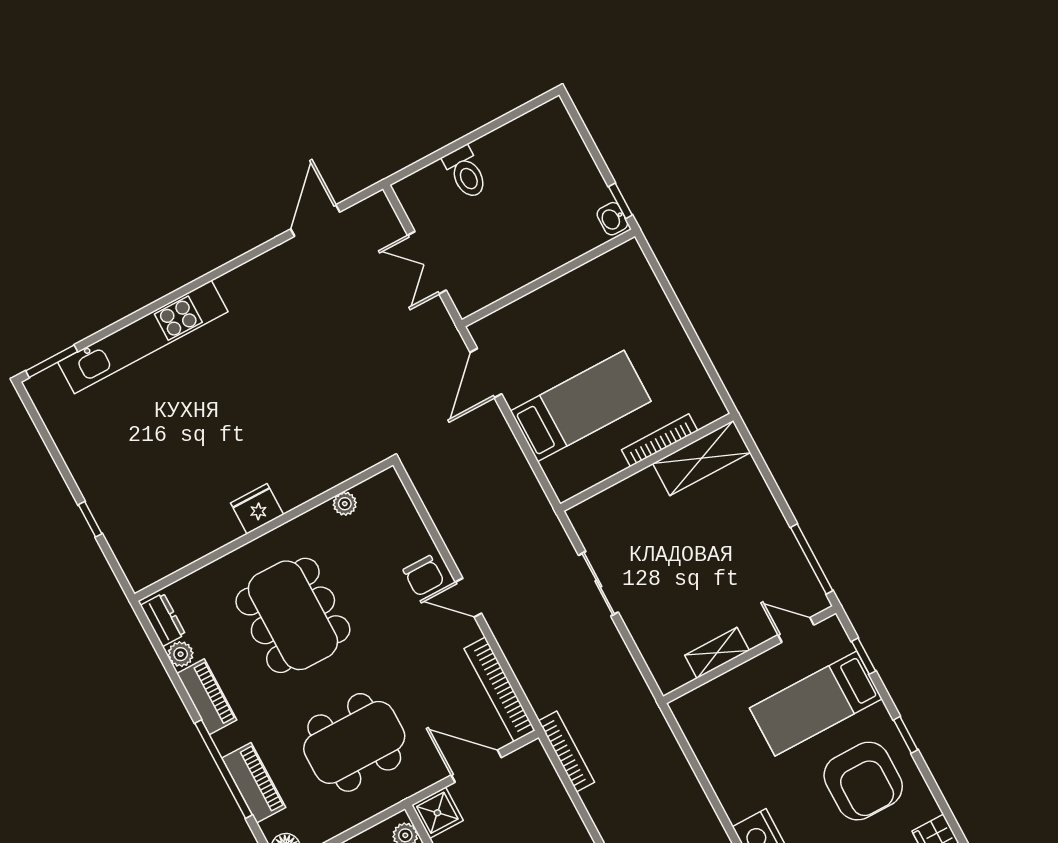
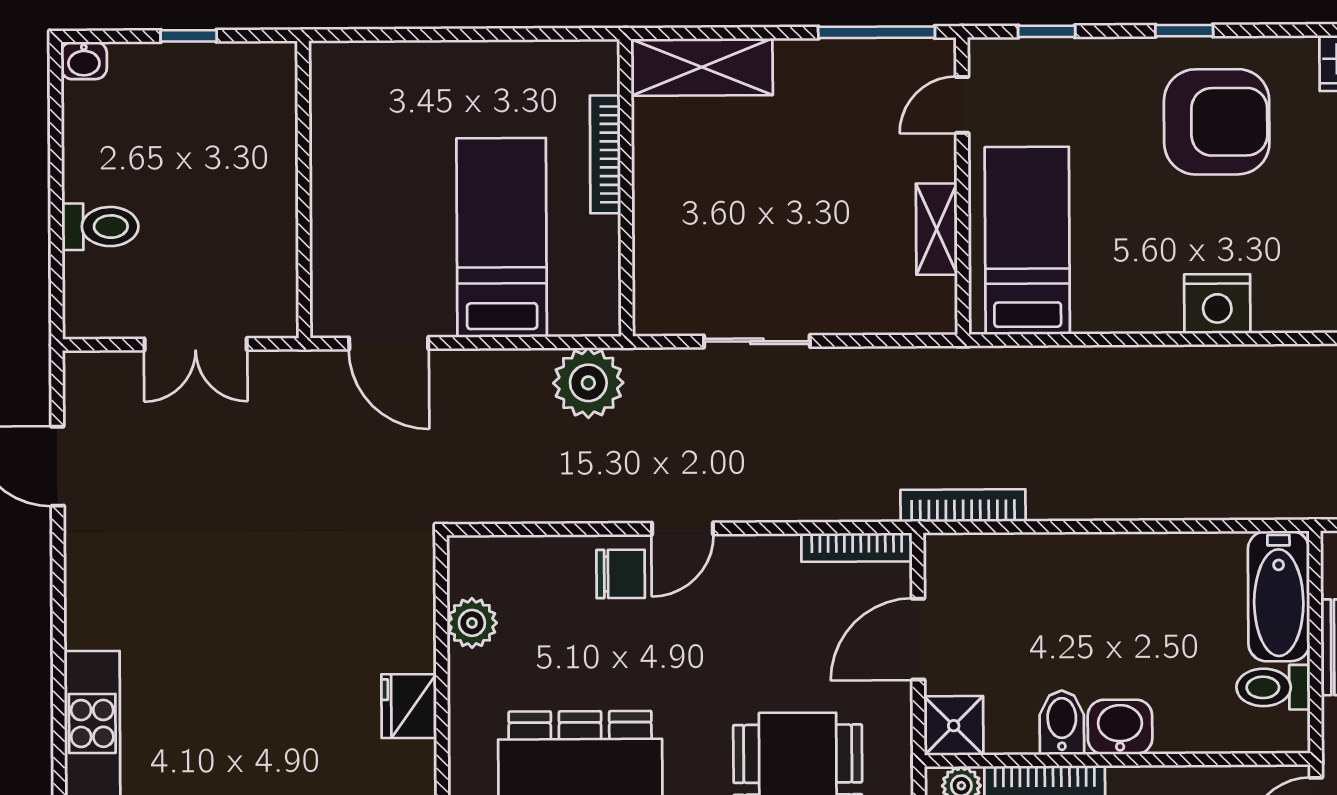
window: (620, 201) -> (189, 36), moved
washbasin: (612, 219) -> (84, 61), moved
shelving: (702, 458) -> (702, 67), moved, turned 90
plant: (524, 500) -> (588, 383), added
plant: (345, 504) -> (472, 623), width x1.38, depth x1.38
fridge: (257, 509) -> (409, 706), moved
bookcase: (500, 689) -> (857, 547), width x0.68, depth x0.76
bed: (816, 703) -> (1027, 241), moved, turned 180

